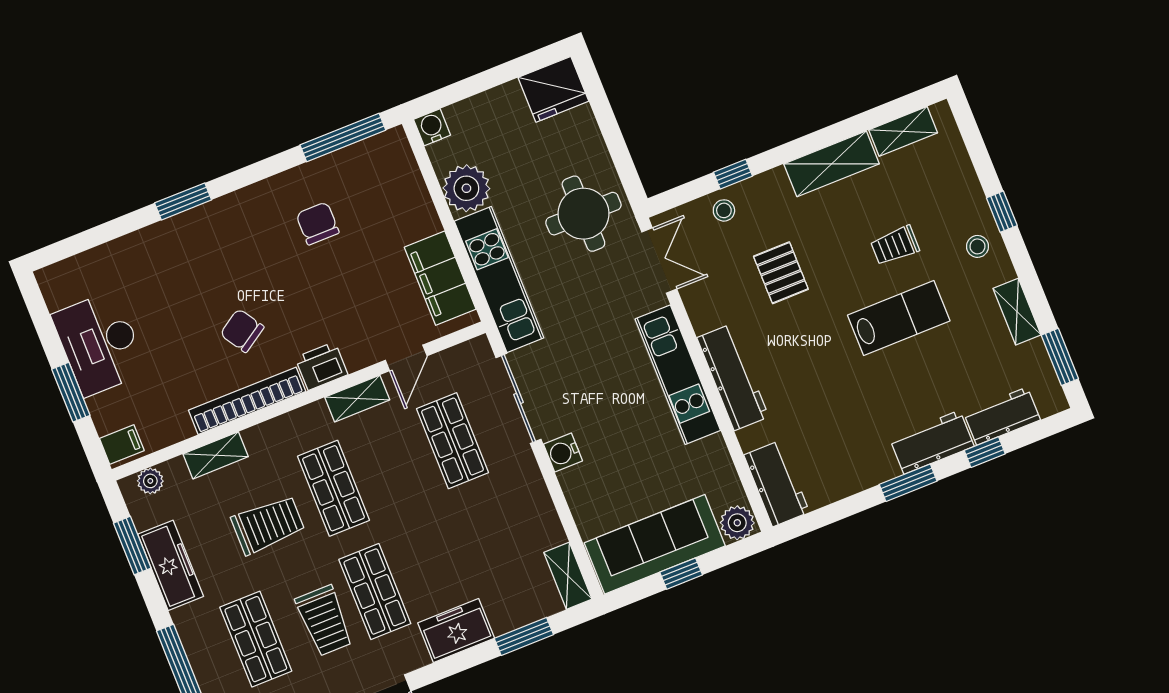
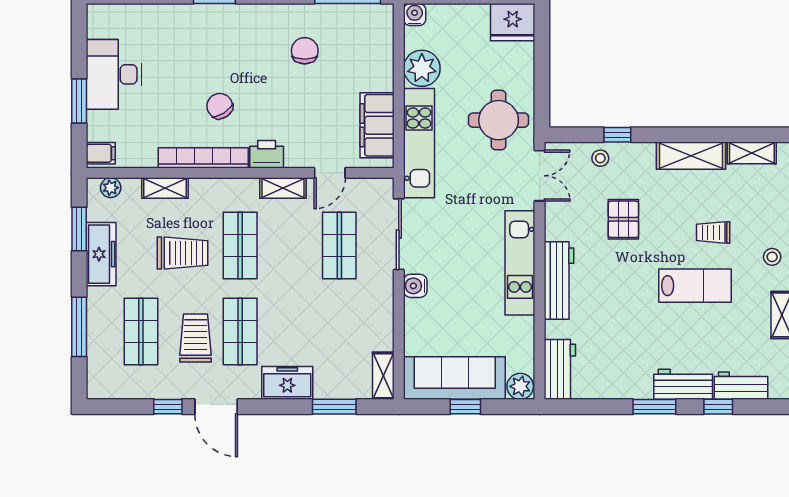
trolley: (324, 621) -> (196, 338), turned 180

